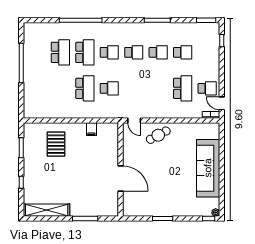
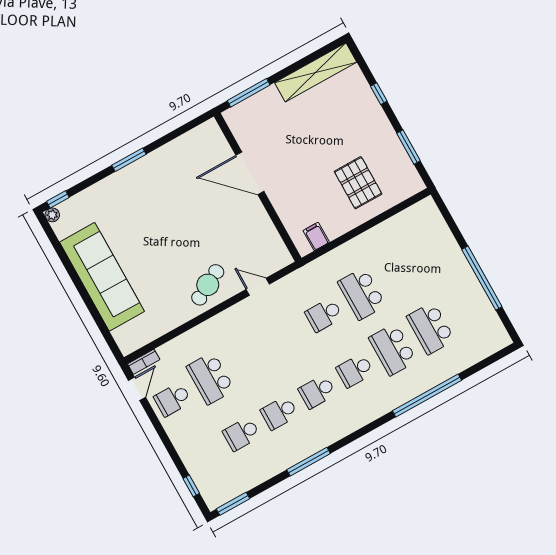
door: (222, 103) -> (137, 389), hinge flipped
wall: (120, 170) -> (258, 187), moved
door: (120, 178) -> (250, 173), moved

